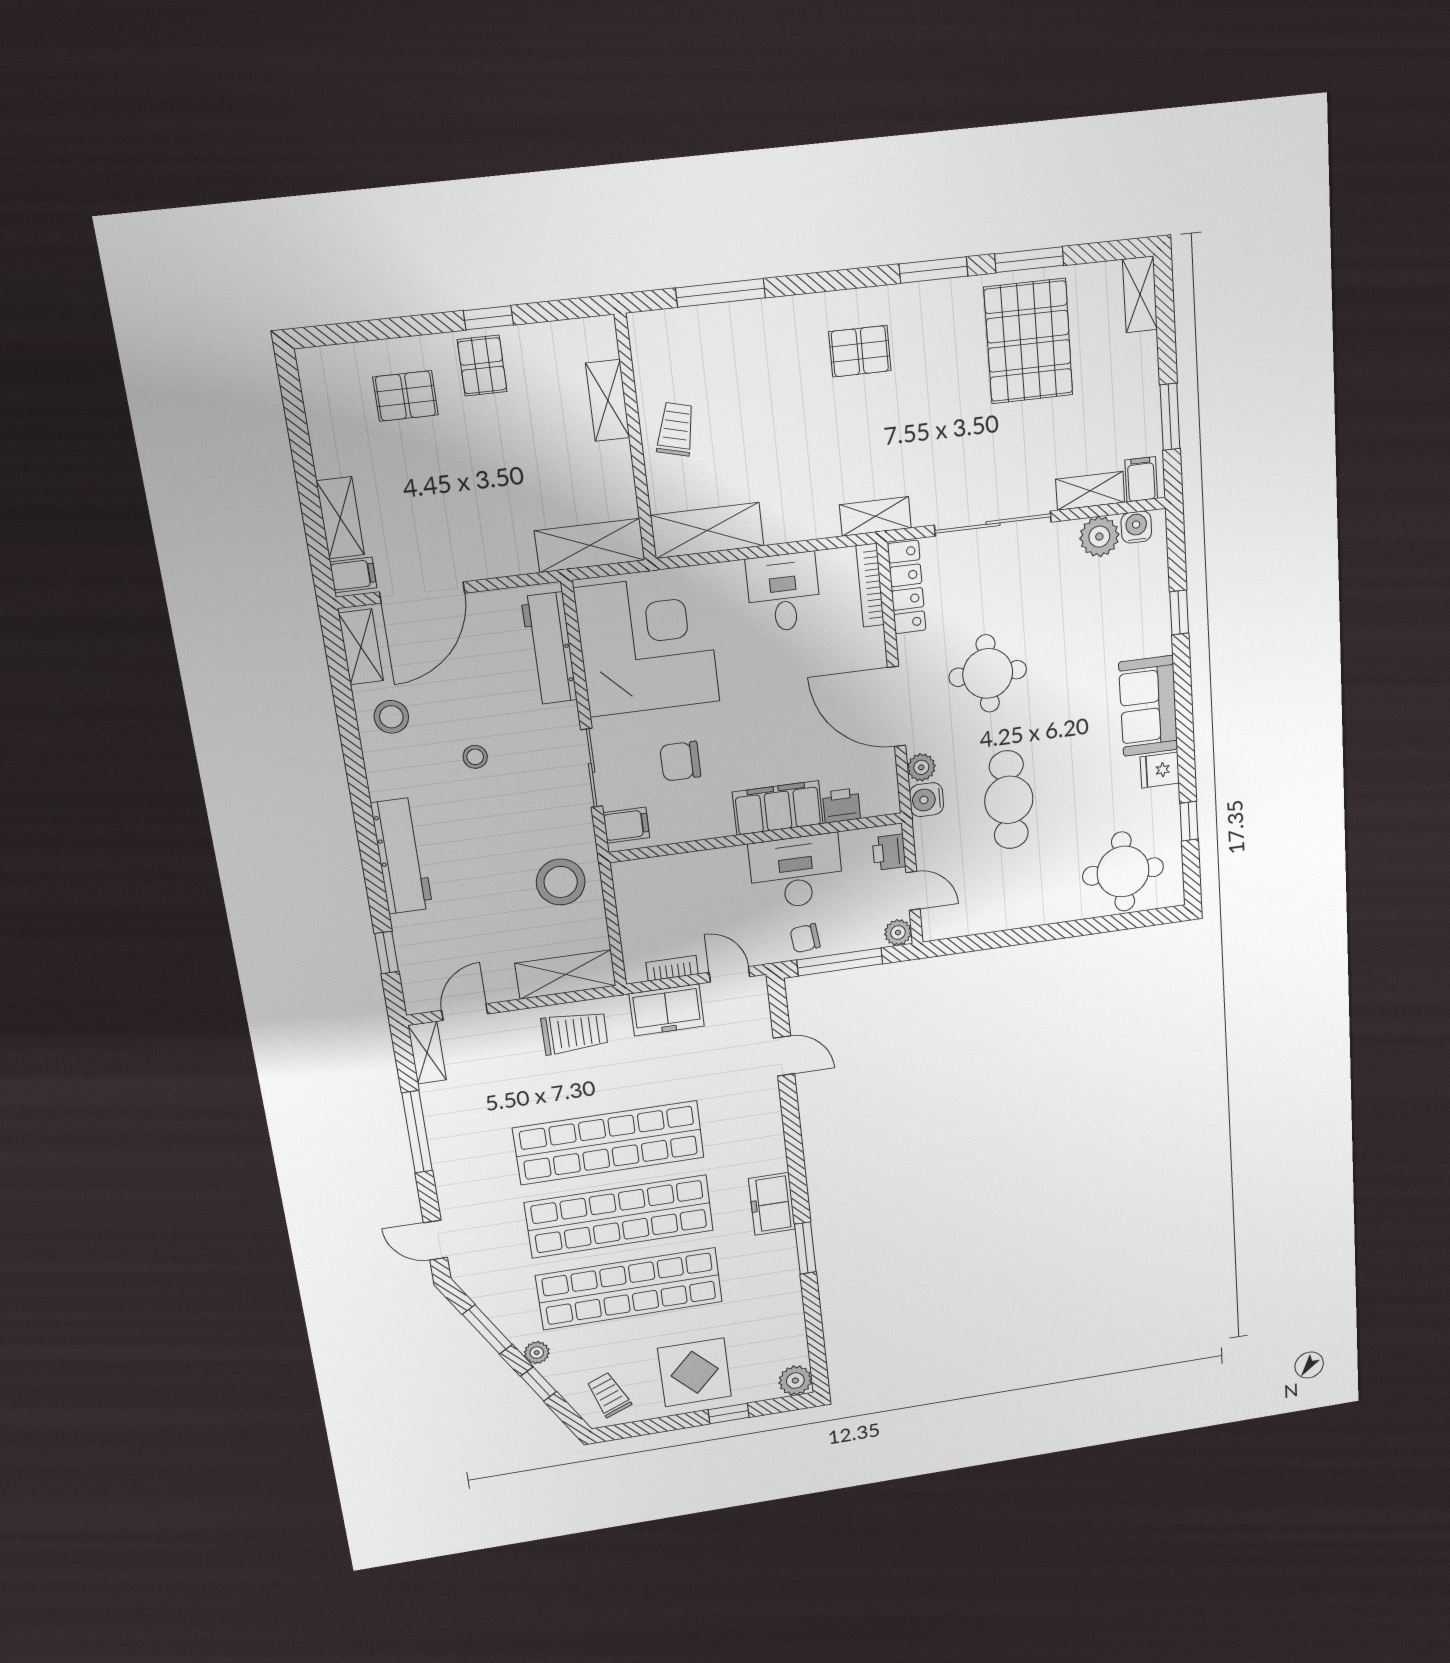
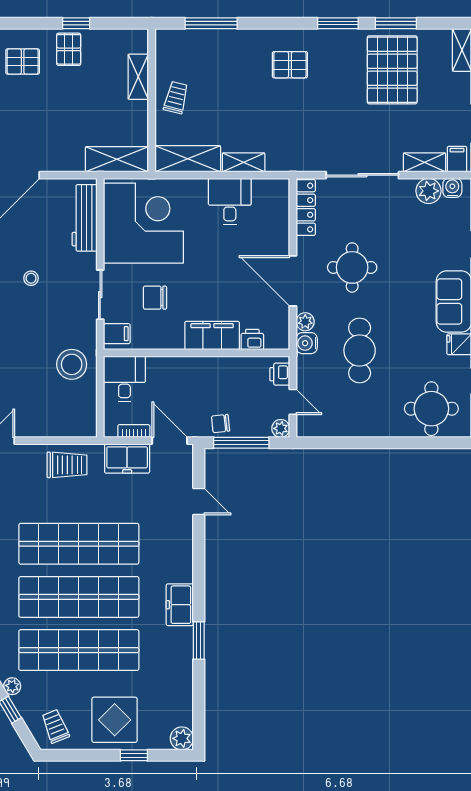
shelving: (875, 516) -> (244, 162), moved
bookcase: (870, 585) -> (283, 204), removed
desk: (796, 872) -> (124, 379), moved, width x0.73
door: (729, 974) -> (170, 441), width x1.38
shelving: (566, 975) -> (67, 425), removed

